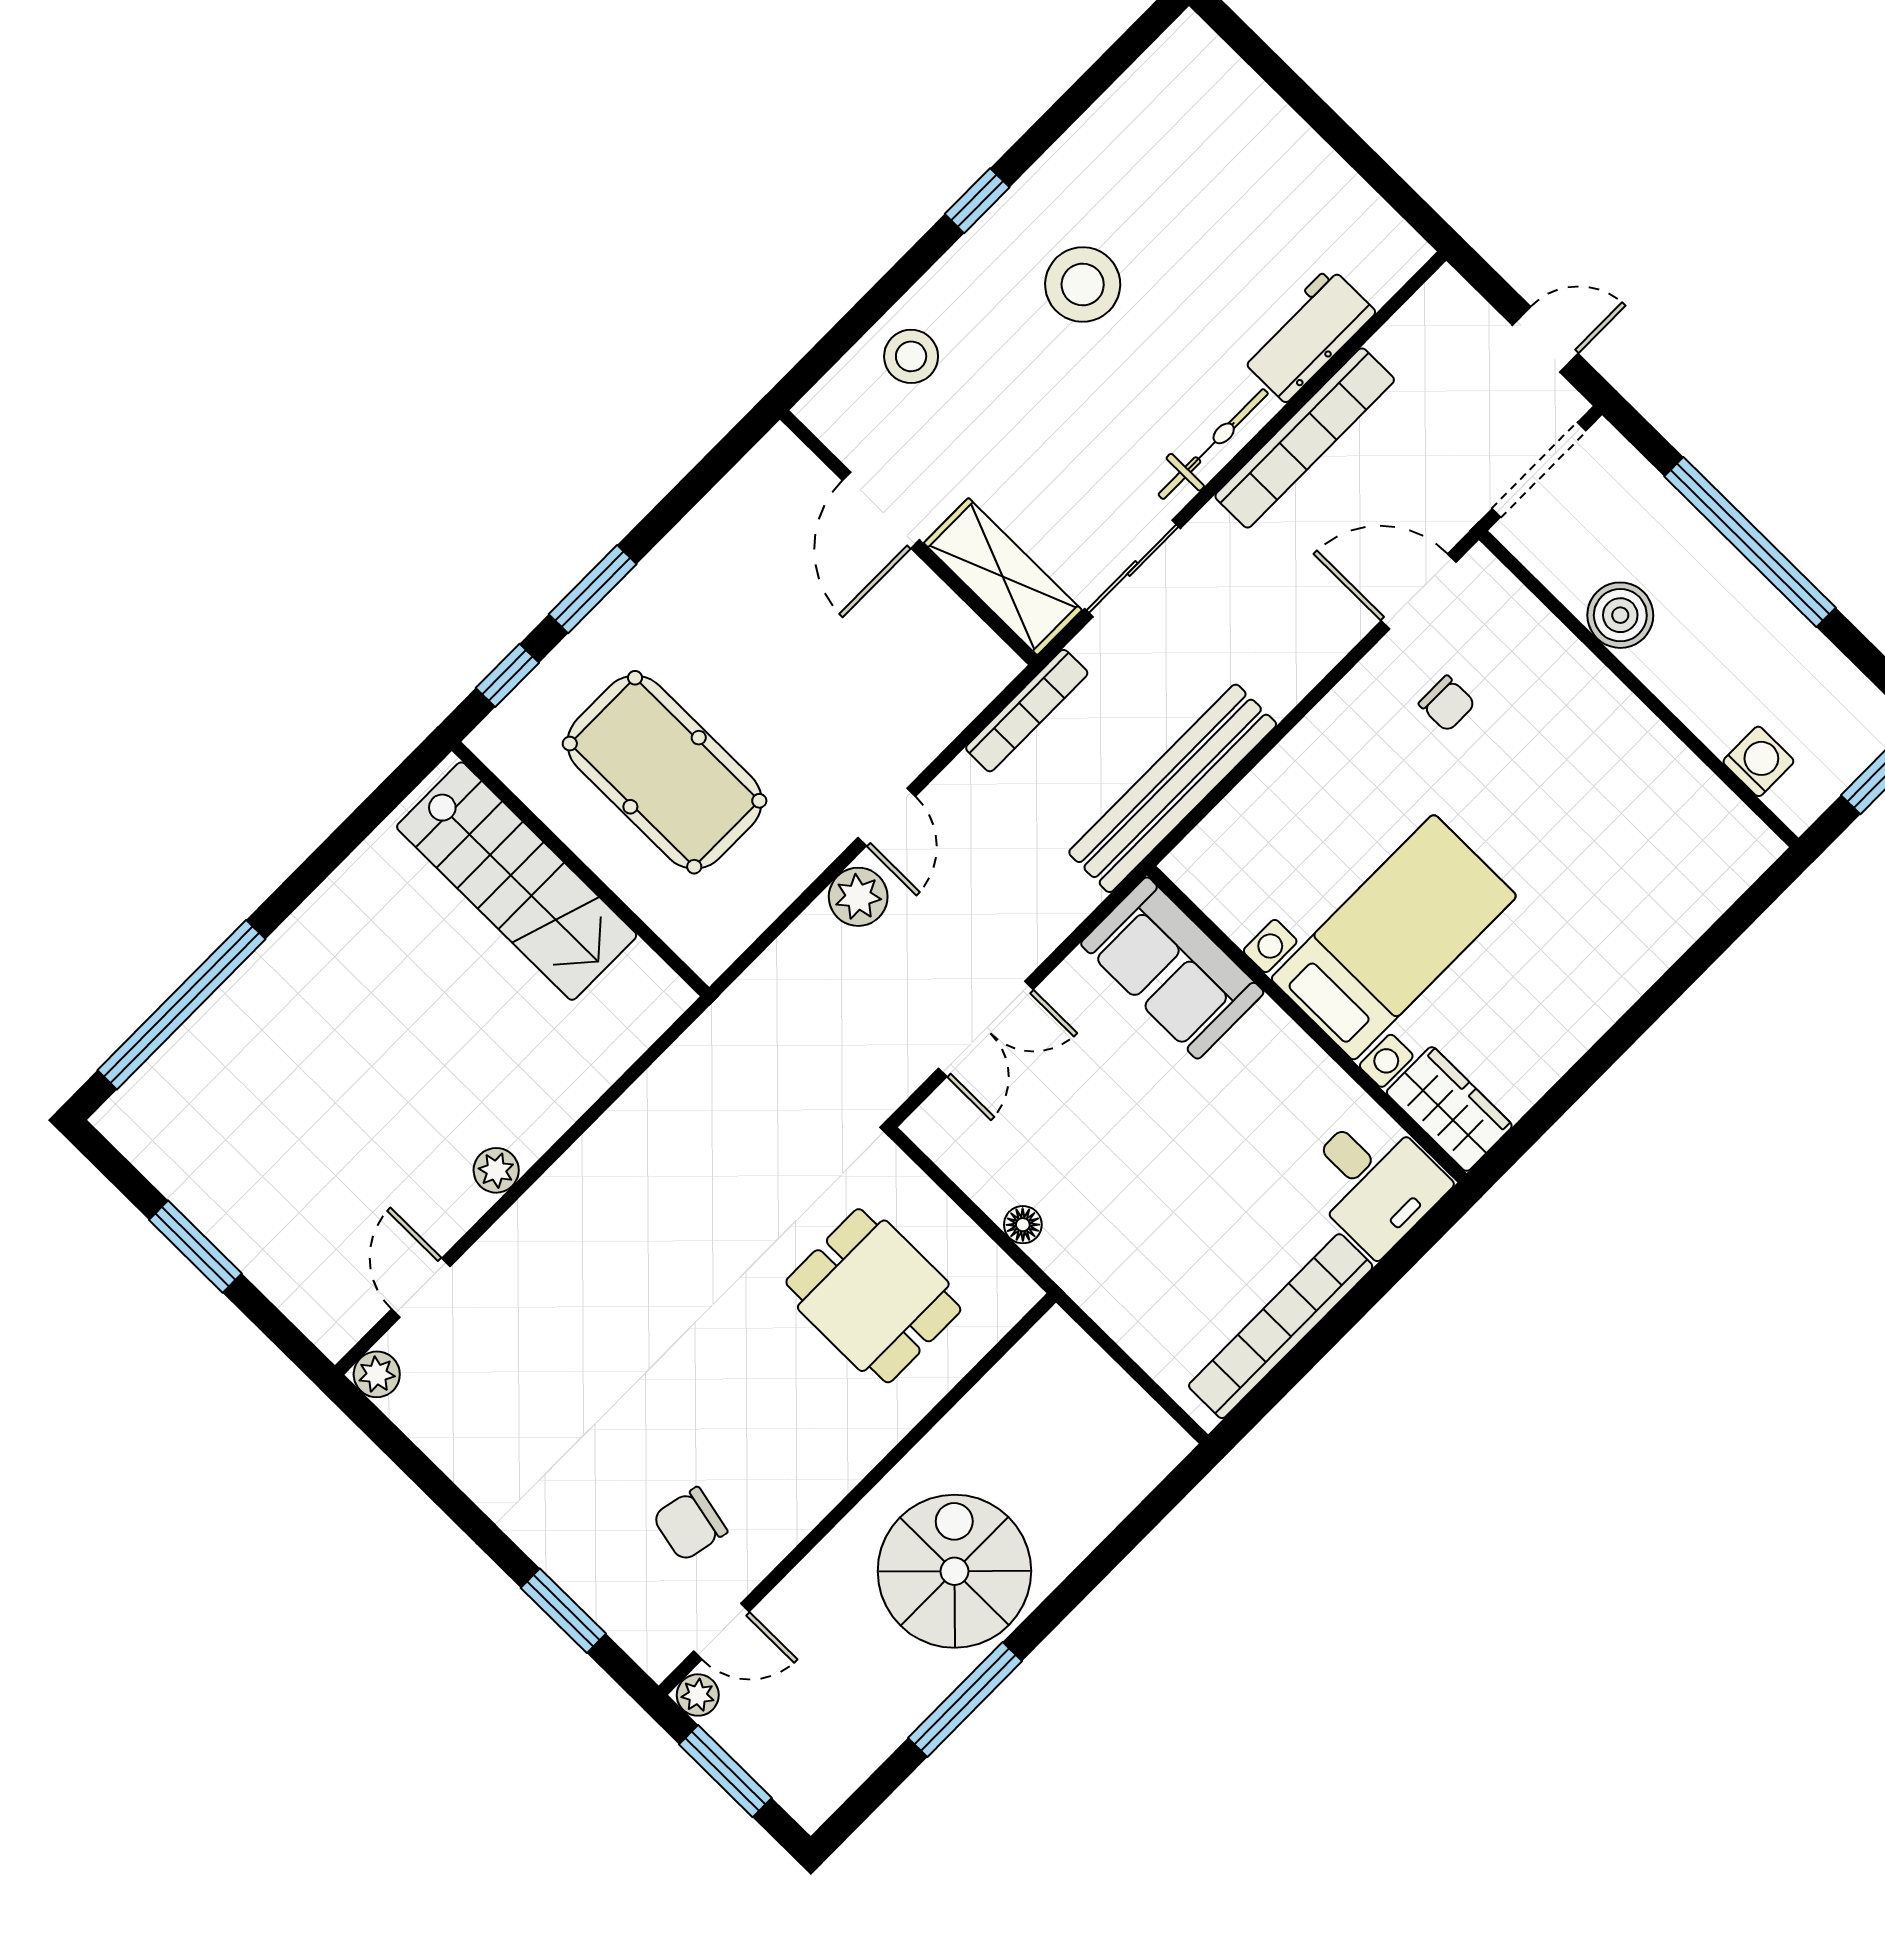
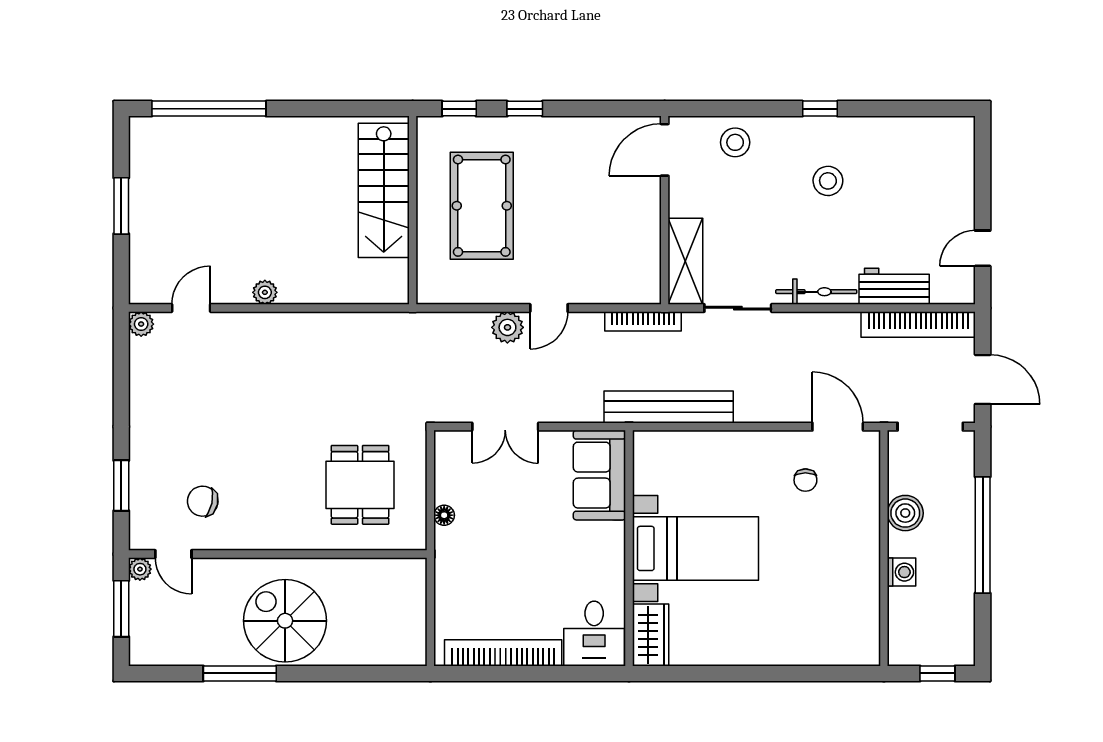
door: (1373, 169) -> (983, 248), added
stool: (1083, 284) -> (828, 181), width x0.73, depth x0.73
door: (1545, 339) -> (983, 379), width x1.37
bookcase: (1305, 438) -> (918, 325), moved
door: (881, 510) -> (665, 150), moved
window: (593, 589) -> (525, 109), width x0.67
washing machine: (1758, 761) -> (902, 572), moved
spiral stairs: (954, 1571) -> (285, 621), turned -90

